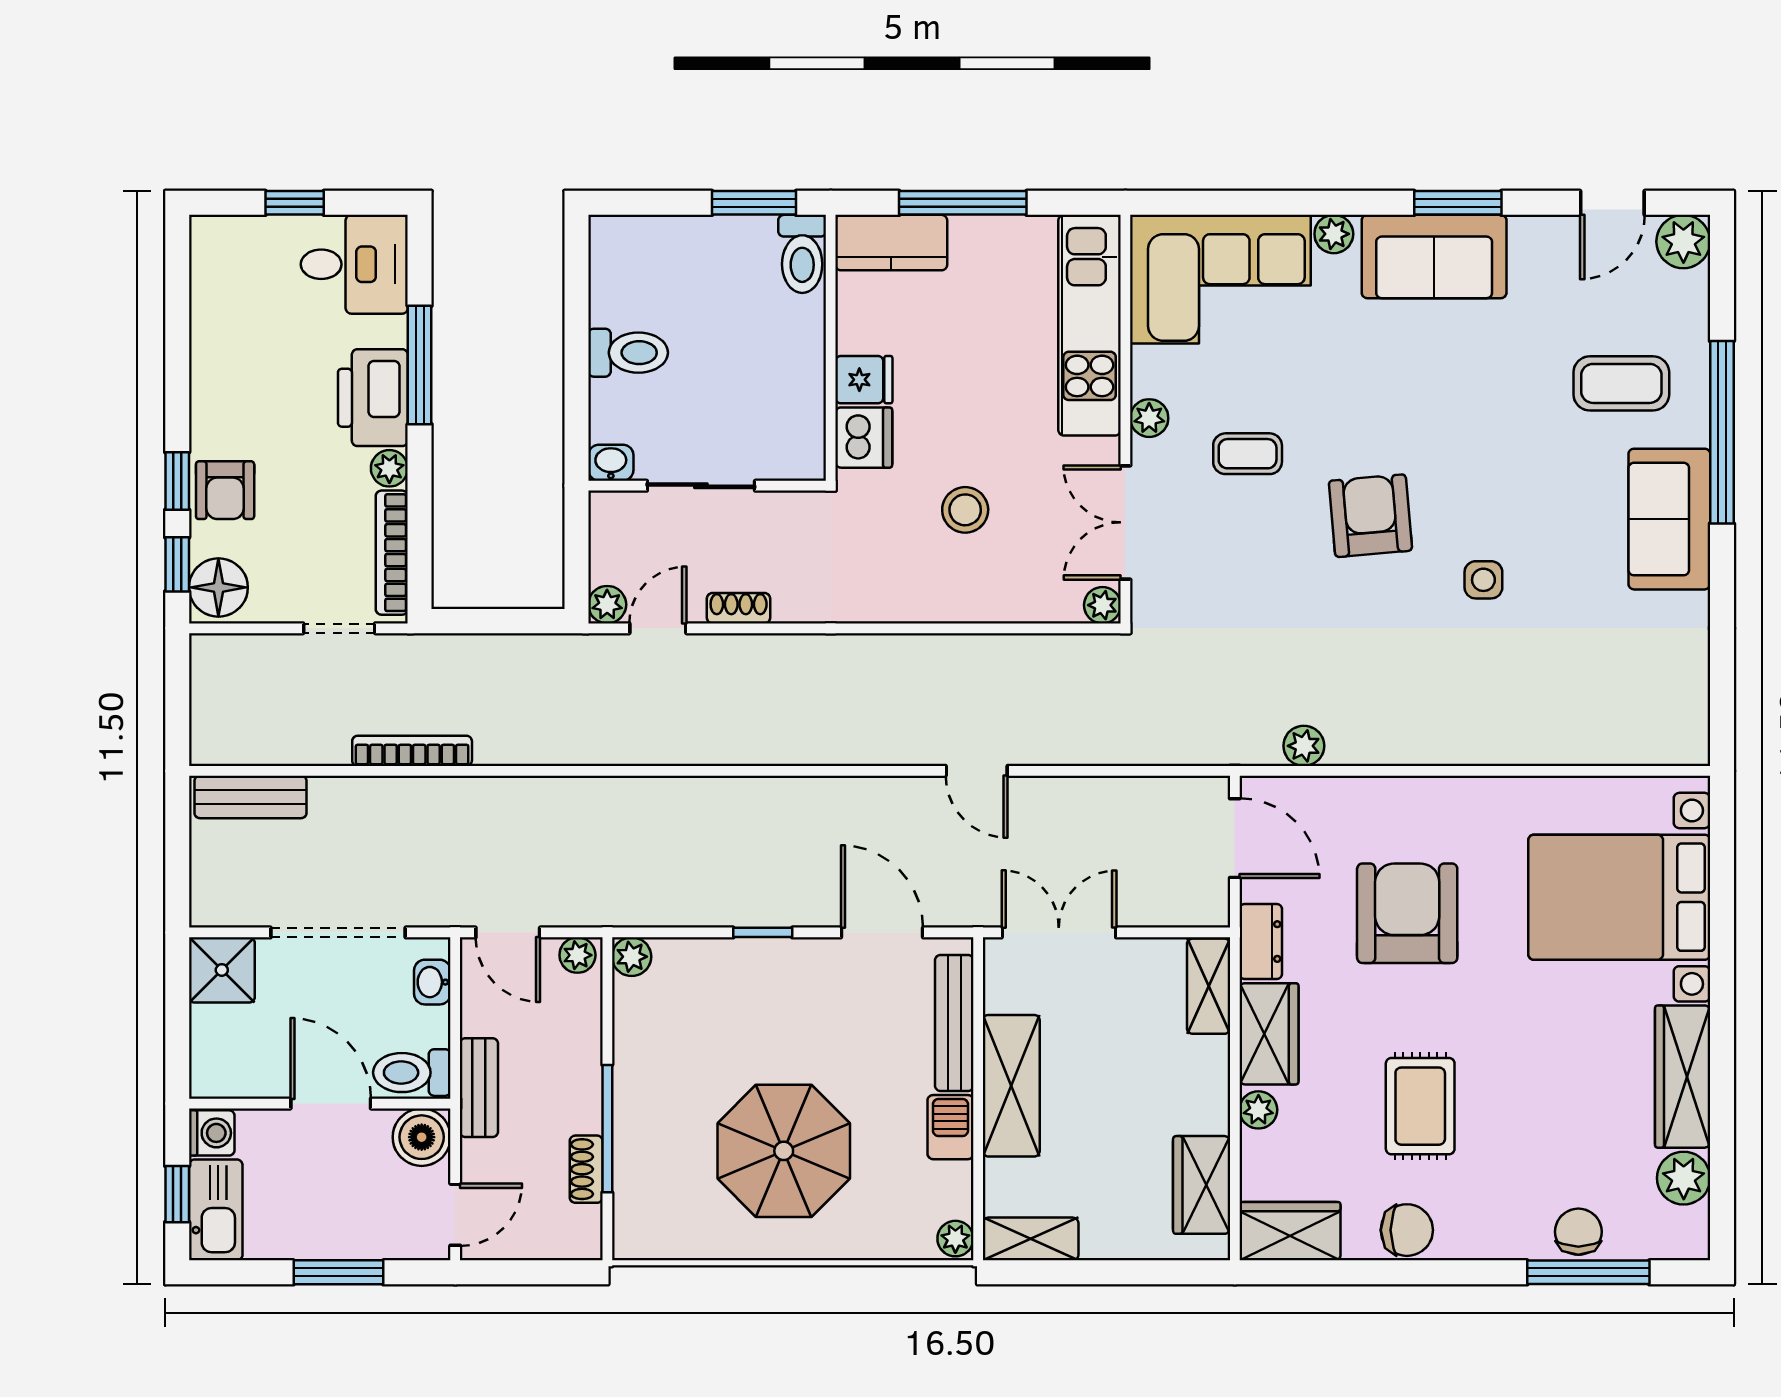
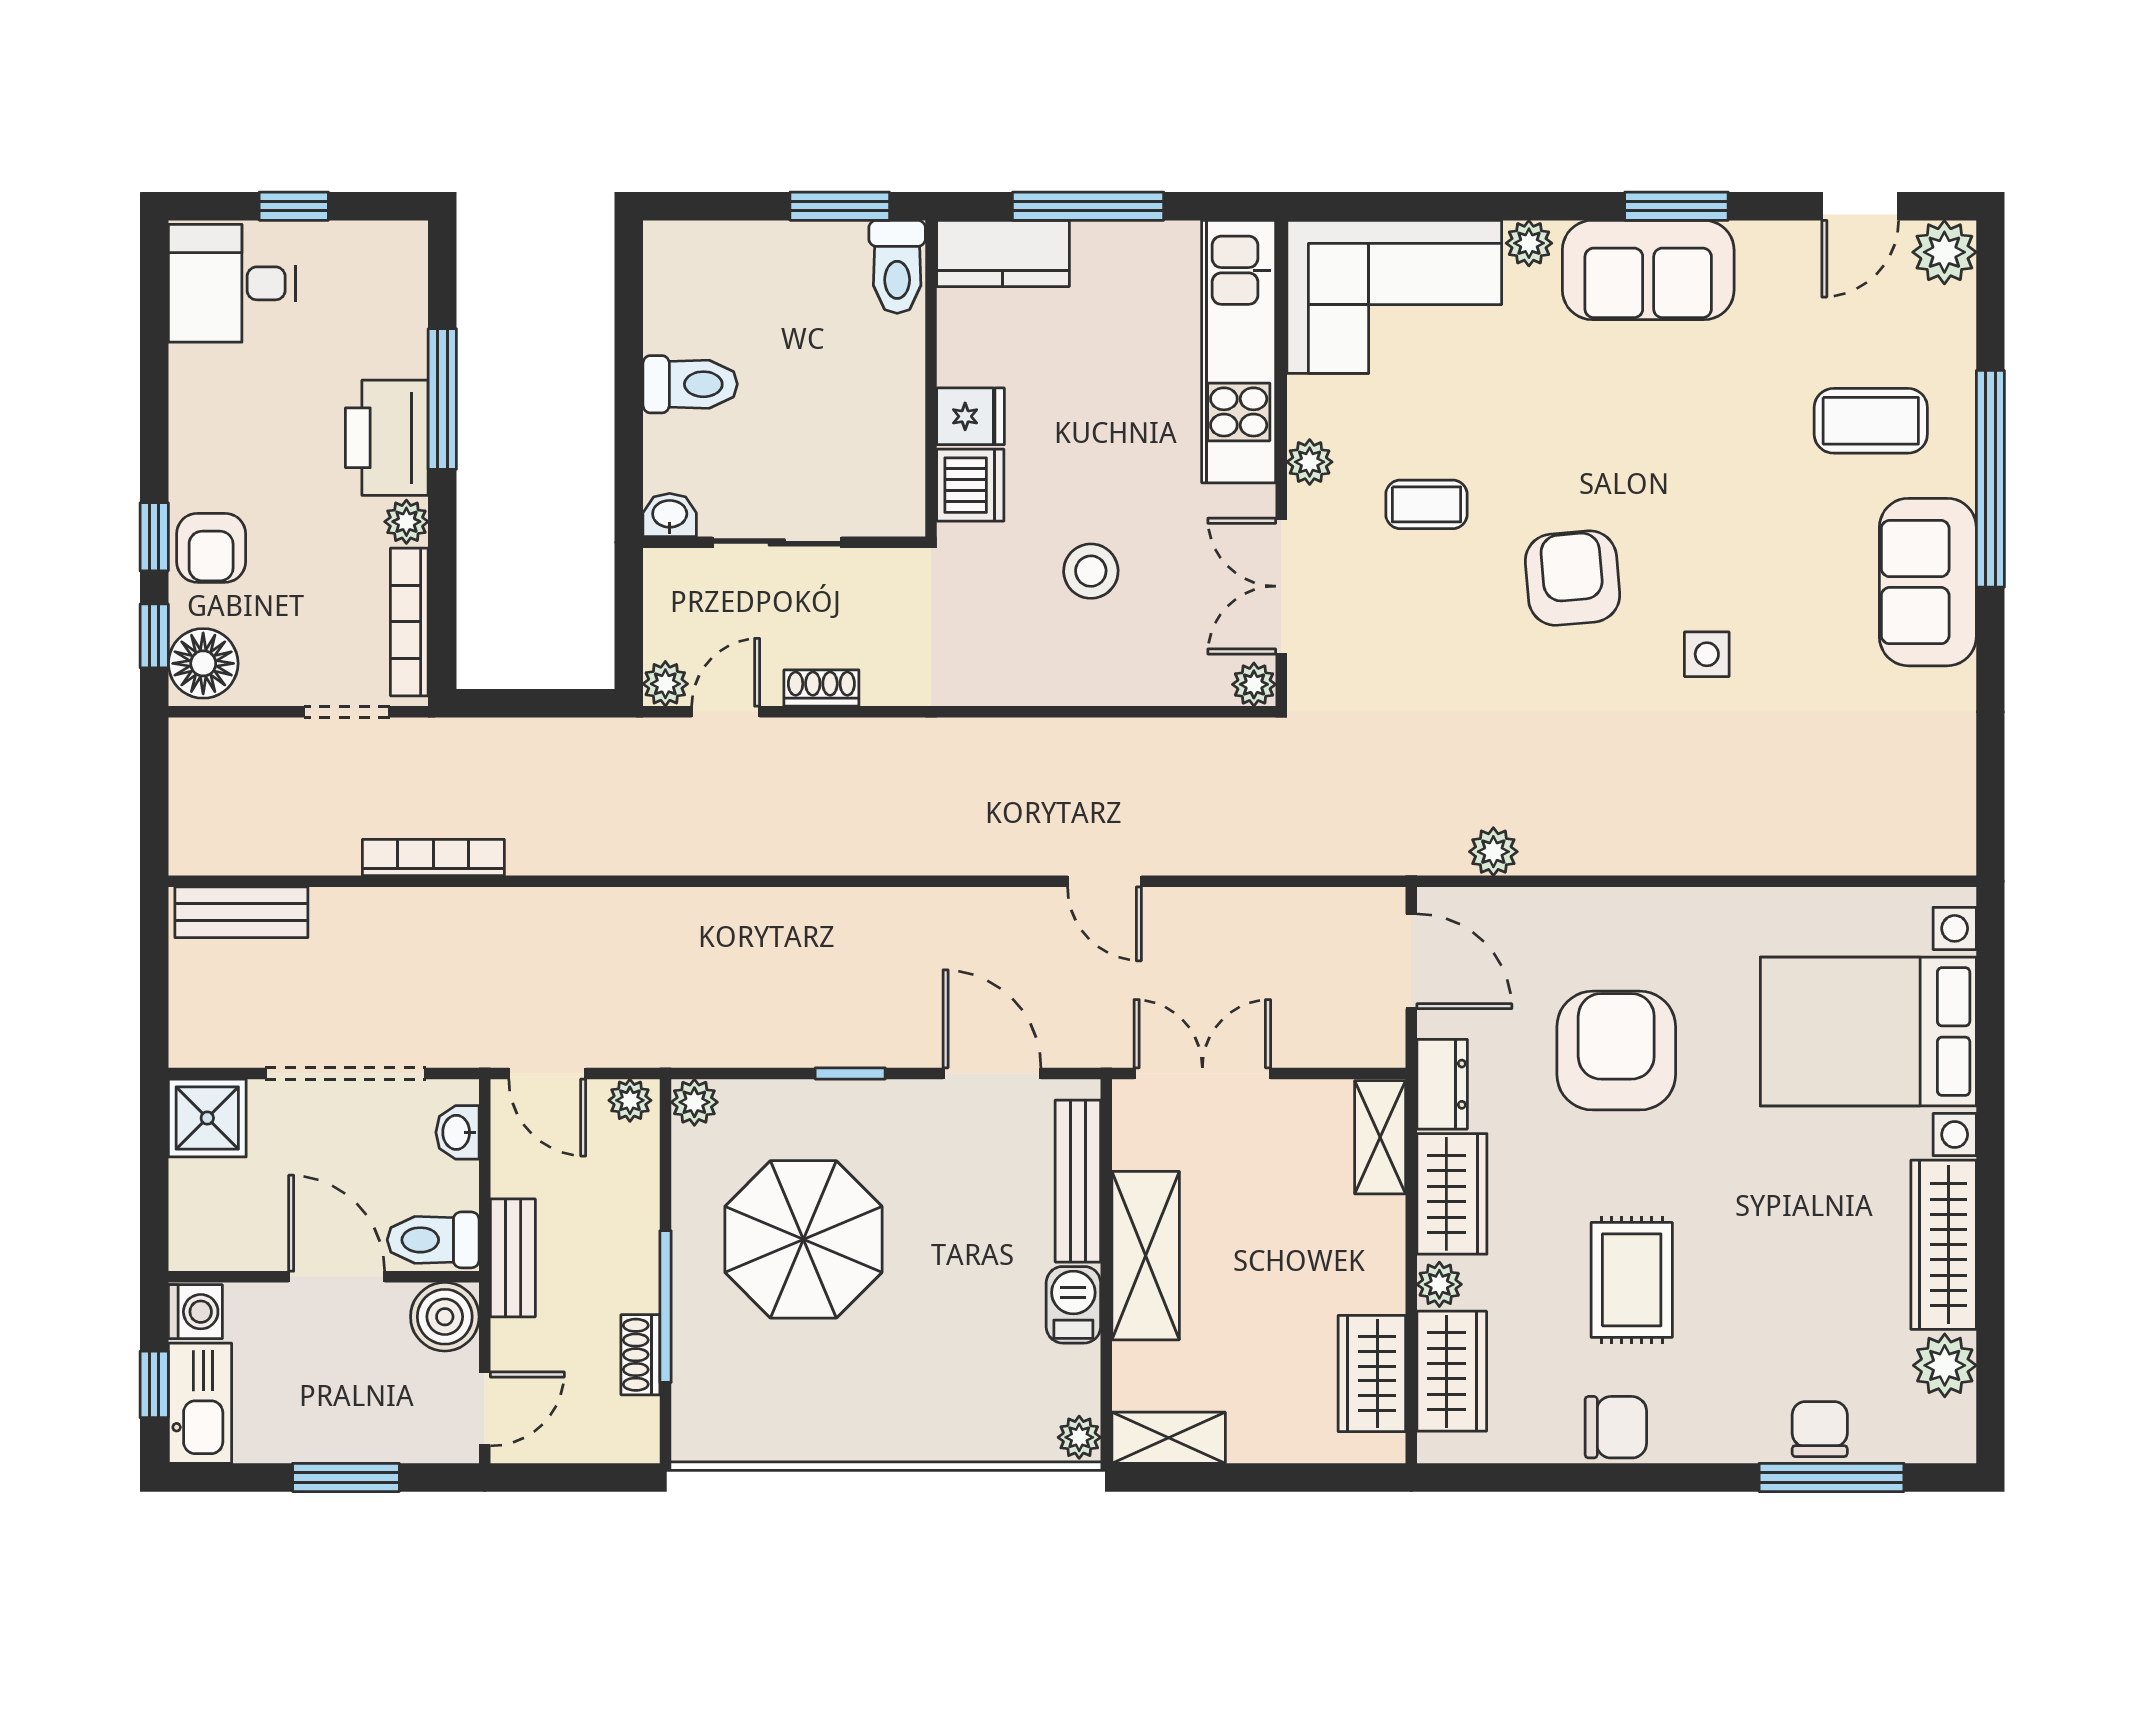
desk: (354, 264) -> (232, 283), moved, turned 180
parasol: (784, 1151) -> (803, 1239), moved
wardrobe: (1290, 1231) -> (1452, 1371), moved, turned 90

